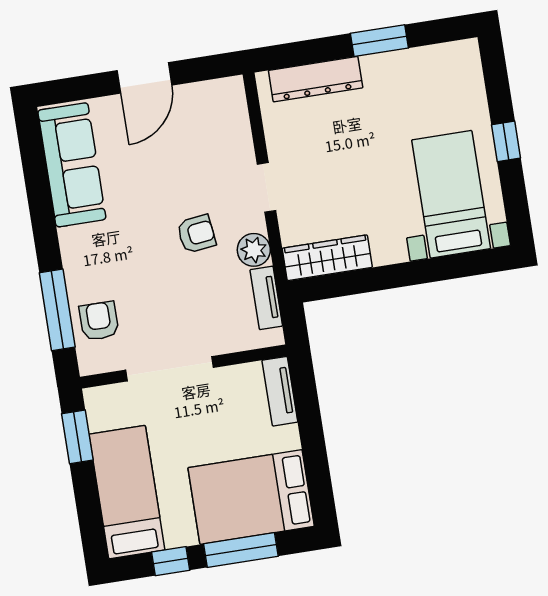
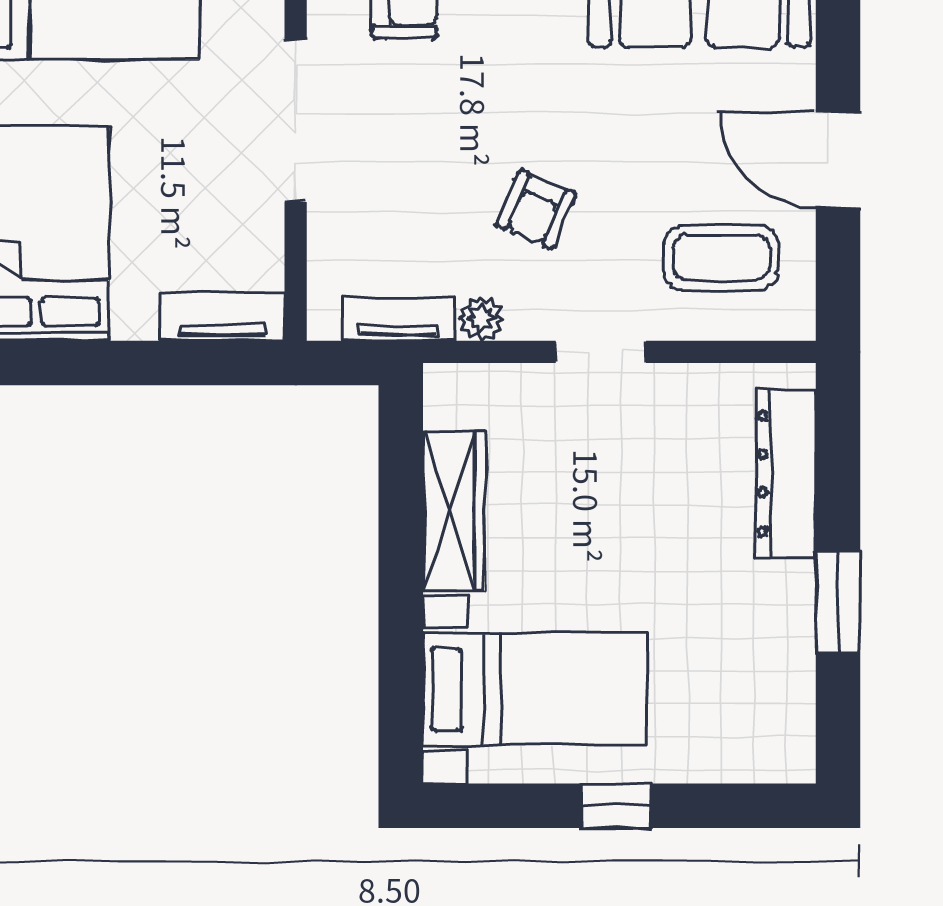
coffee table: (206, 132) -> (721, 258), added
armchair: (196, 234) -> (536, 209), turned 30
plant: (254, 250) -> (481, 319), width x0.73, depth x0.73
wardrobe: (327, 258) -> (454, 510), moved

